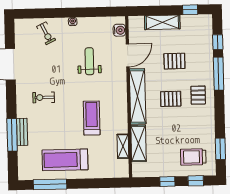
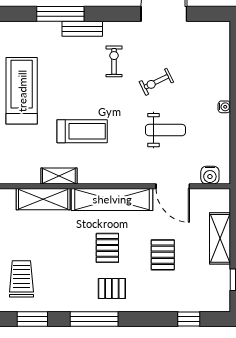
exercise bike: (46, 33) -> (156, 82), moved
window: (219, 74) -> (94, 319), moved
bench: (22, 132) -> (82, 29), moved
shelving: (123, 146) -> (59, 176), moved

